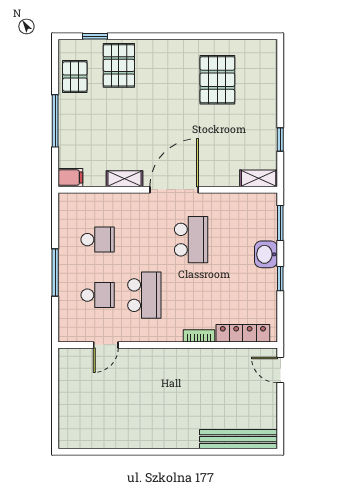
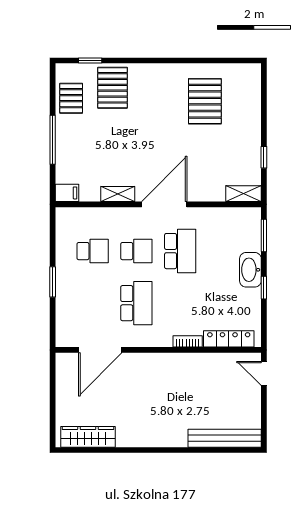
washbasin: (266, 254) -> (250, 270), width x1.38
window: (55, 272) -> (53, 282), width x0.69
school desk: (98, 295) -> (136, 251), moved
door: (106, 345) -> (100, 350), width x1.87
wardrobe: (93, 438) -> (88, 437), added

